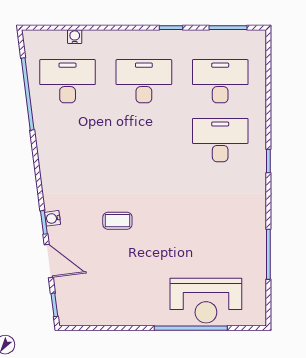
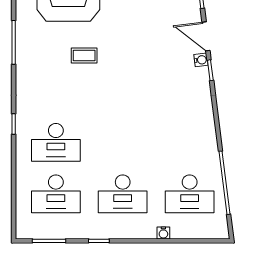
water cooler: (75, 37) -> (163, 233), moved
water cooler: (53, 218) -> (201, 60), moved
coffee table: (117, 221) -> (84, 56), moved

